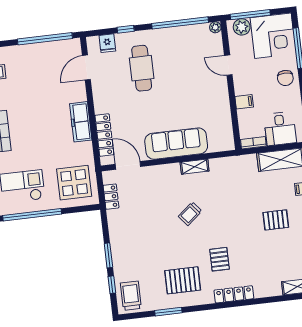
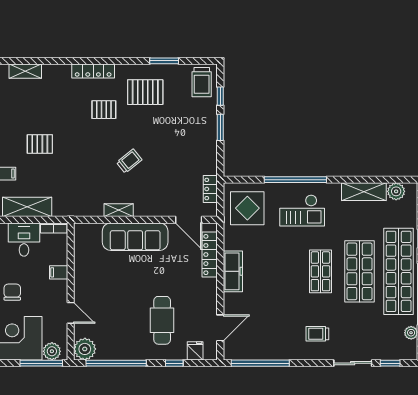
plant: (215, 27) -> (85, 349), width x1.88, depth x1.88
pallet: (219, 259) -> (104, 110), turned 90

